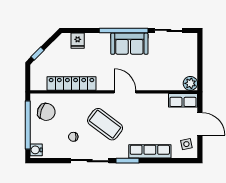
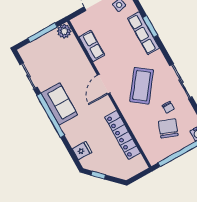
window: (38, 54) -> (98, 175), moved
window: (200, 64) -> (42, 33), added
row of seats: (183, 100) -> (92, 46), moved
chair: (46, 112) -> (168, 128), moved
window: (128, 161) -> (150, 26), moved

